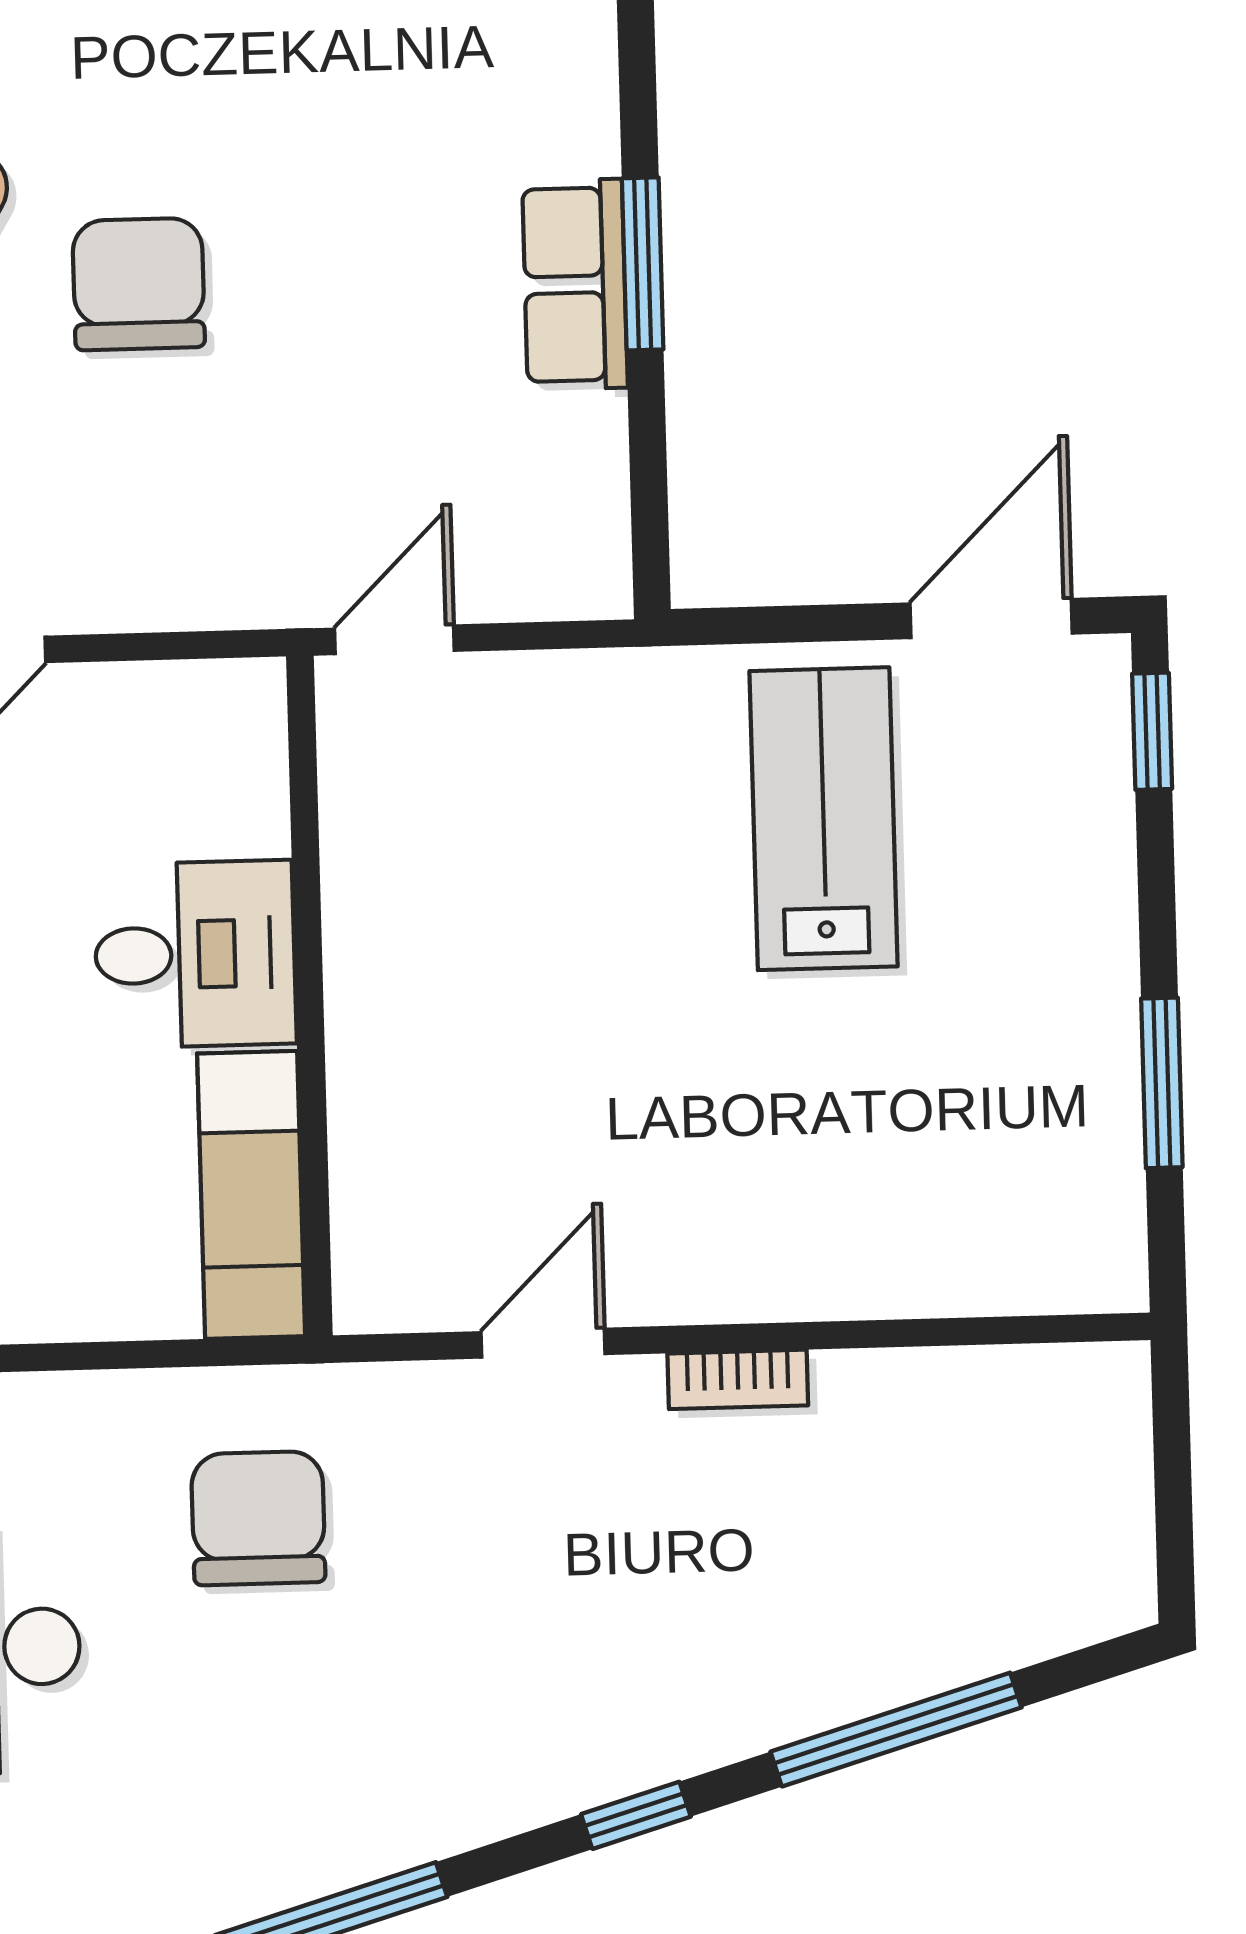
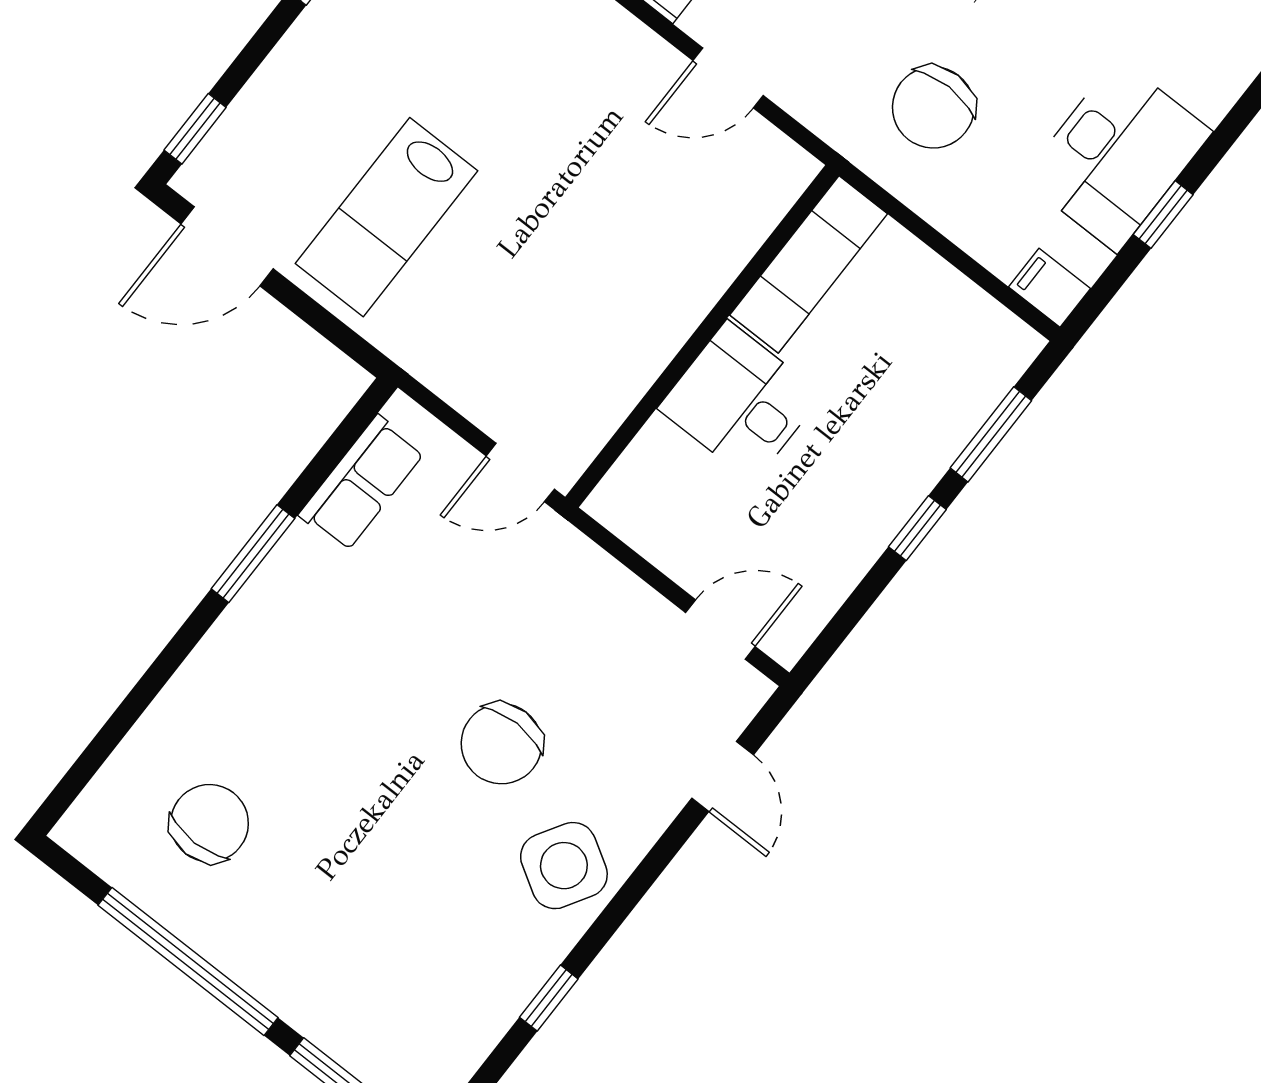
row of seats: (575, 284) -> (362, 483), moved

